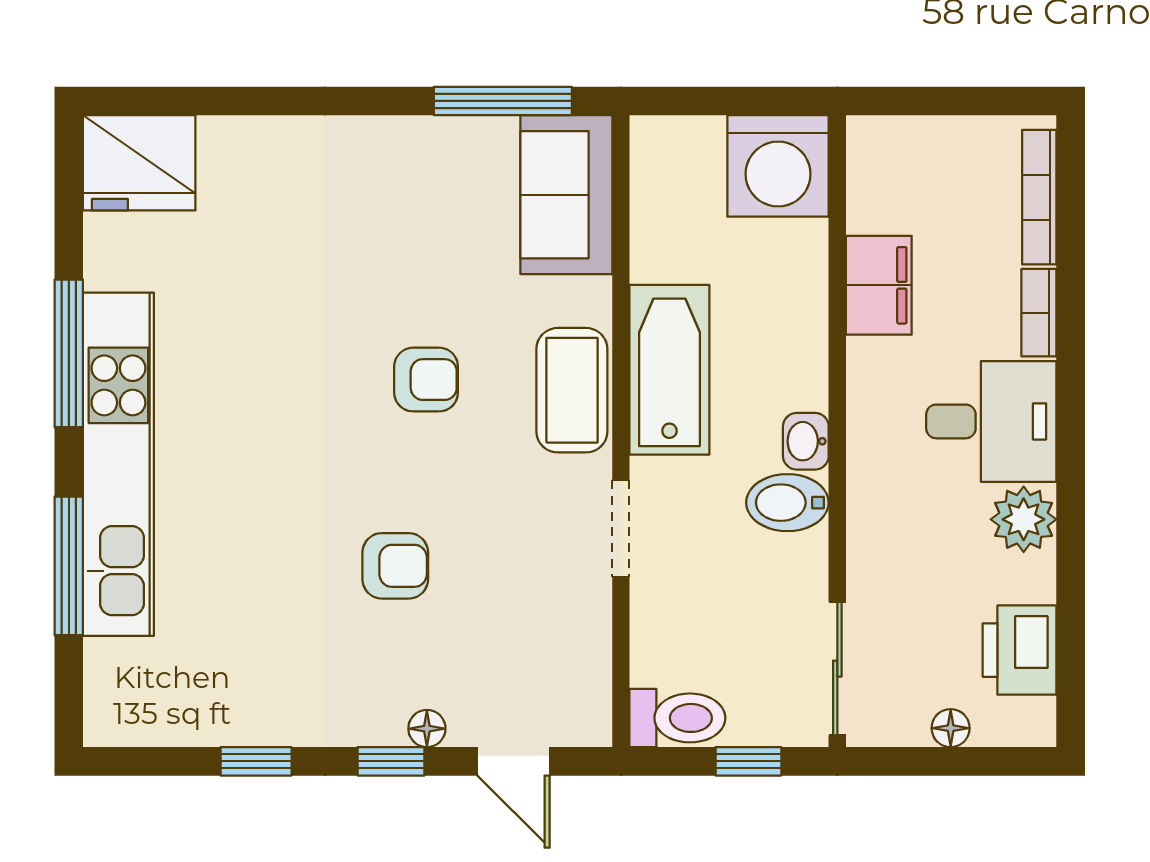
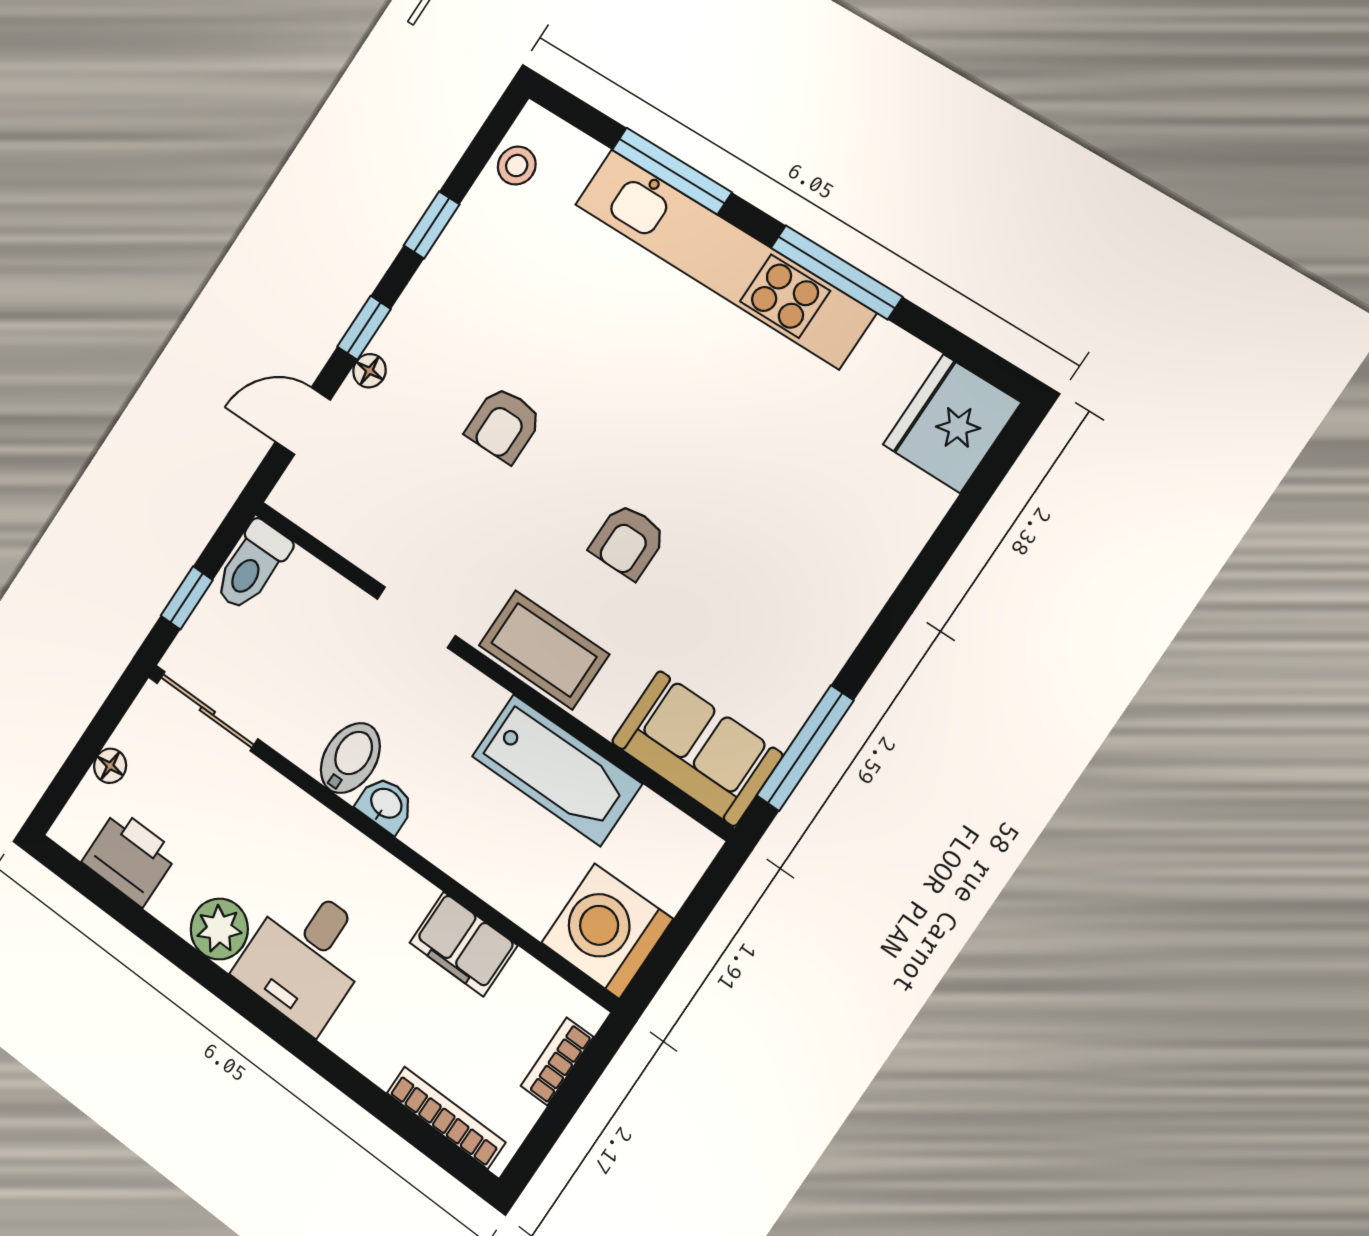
bookcase: (1039, 313) -> (557, 1061), moved, turned -90
bathtub: (669, 370) -> (557, 770), moved
stool: (152, 717) -> (517, 166), added

